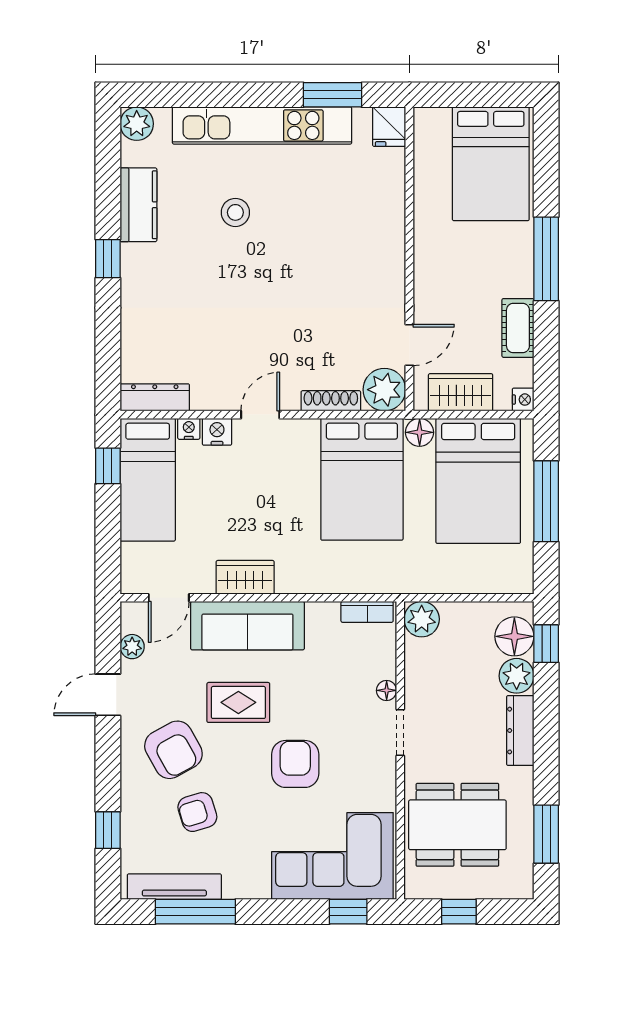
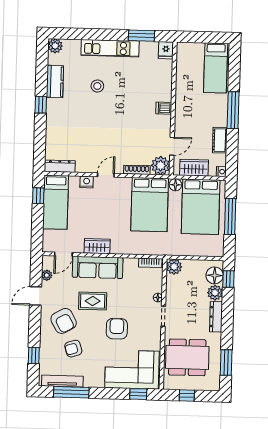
kitchen unit: (262, 125) -> (110, 48), width x0.73
bed: (491, 164) -> (216, 68), width x0.67
dishwasher: (388, 259) -> (164, 108), added
nightstand: (189, 429) -> (74, 180), removed

